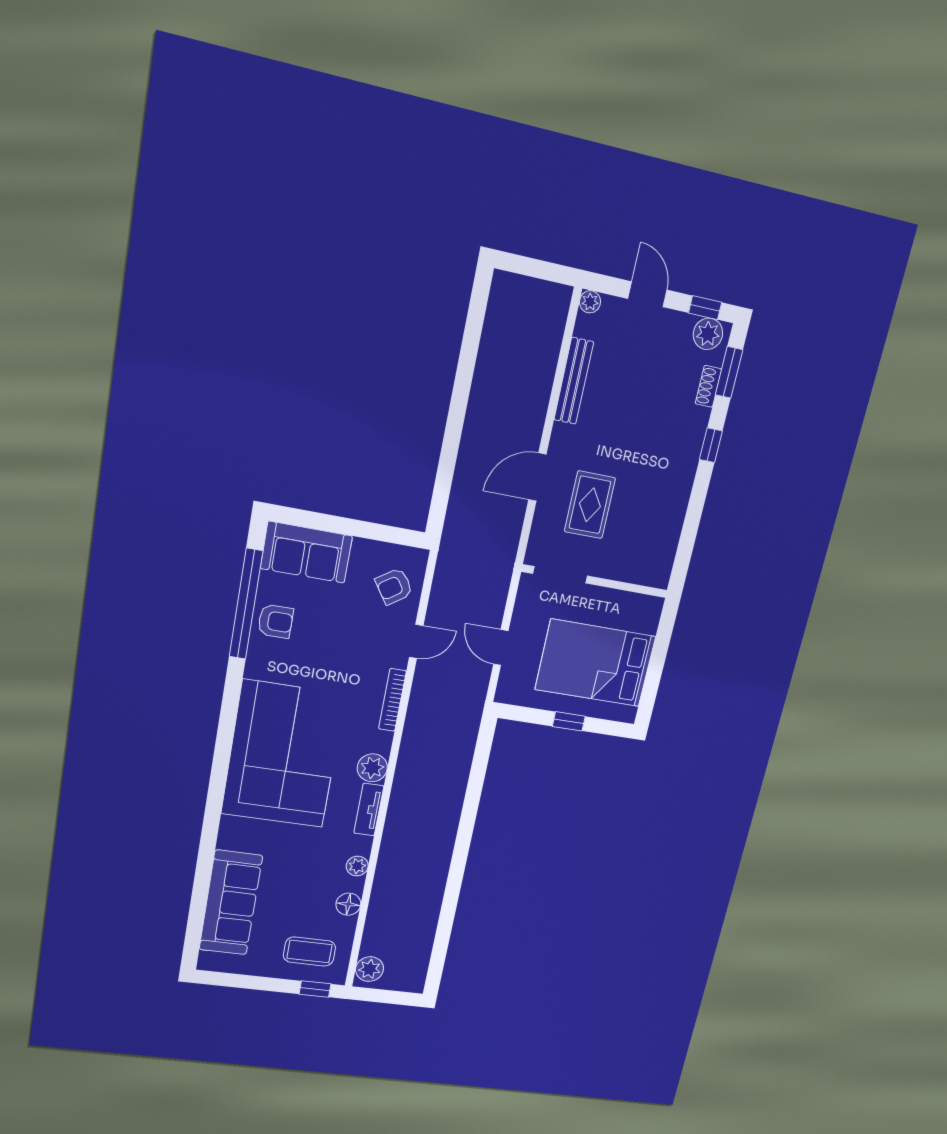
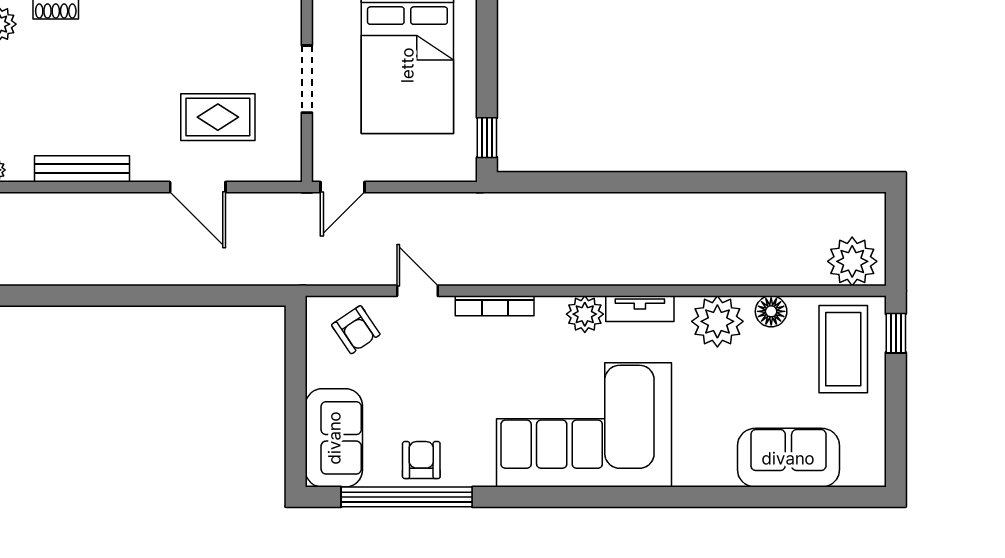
doorway: (560, 575) -> (307, 79), moved
door: (501, 647) -> (342, 187), moved
window: (569, 721) -> (487, 138), moved
plant: (357, 866) -> (717, 321), width x1.87, depth x1.87
sofa: (231, 903) -> (788, 458), width x0.73
coffee table: (309, 952) -> (843, 349), width x1.36, depth x1.32
plant: (370, 969) -> (852, 261), width x1.36, depth x1.36

